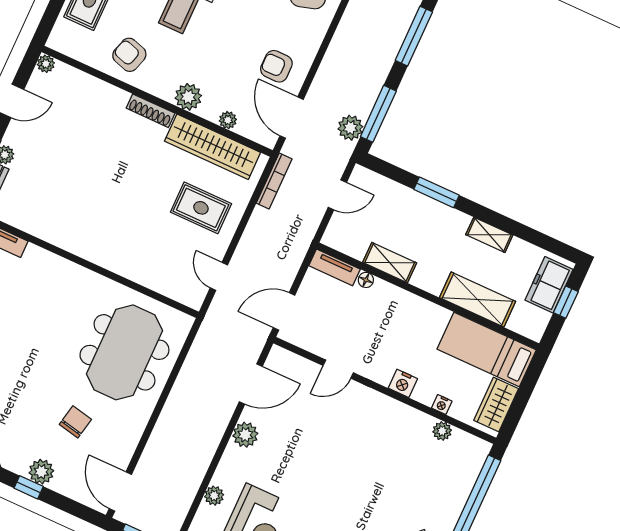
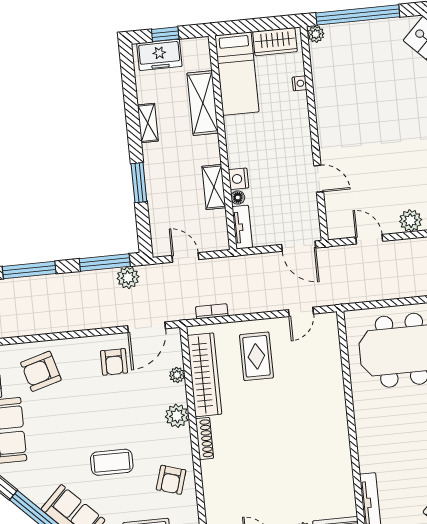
bookcase: (274, 181) -> (212, 311), width x0.64
nightstand: (403, 383) -> (239, 179), moved, turned 180
door: (251, 384) -> (369, 239), width x0.73
plant: (442, 431) -> (316, 34), moved

